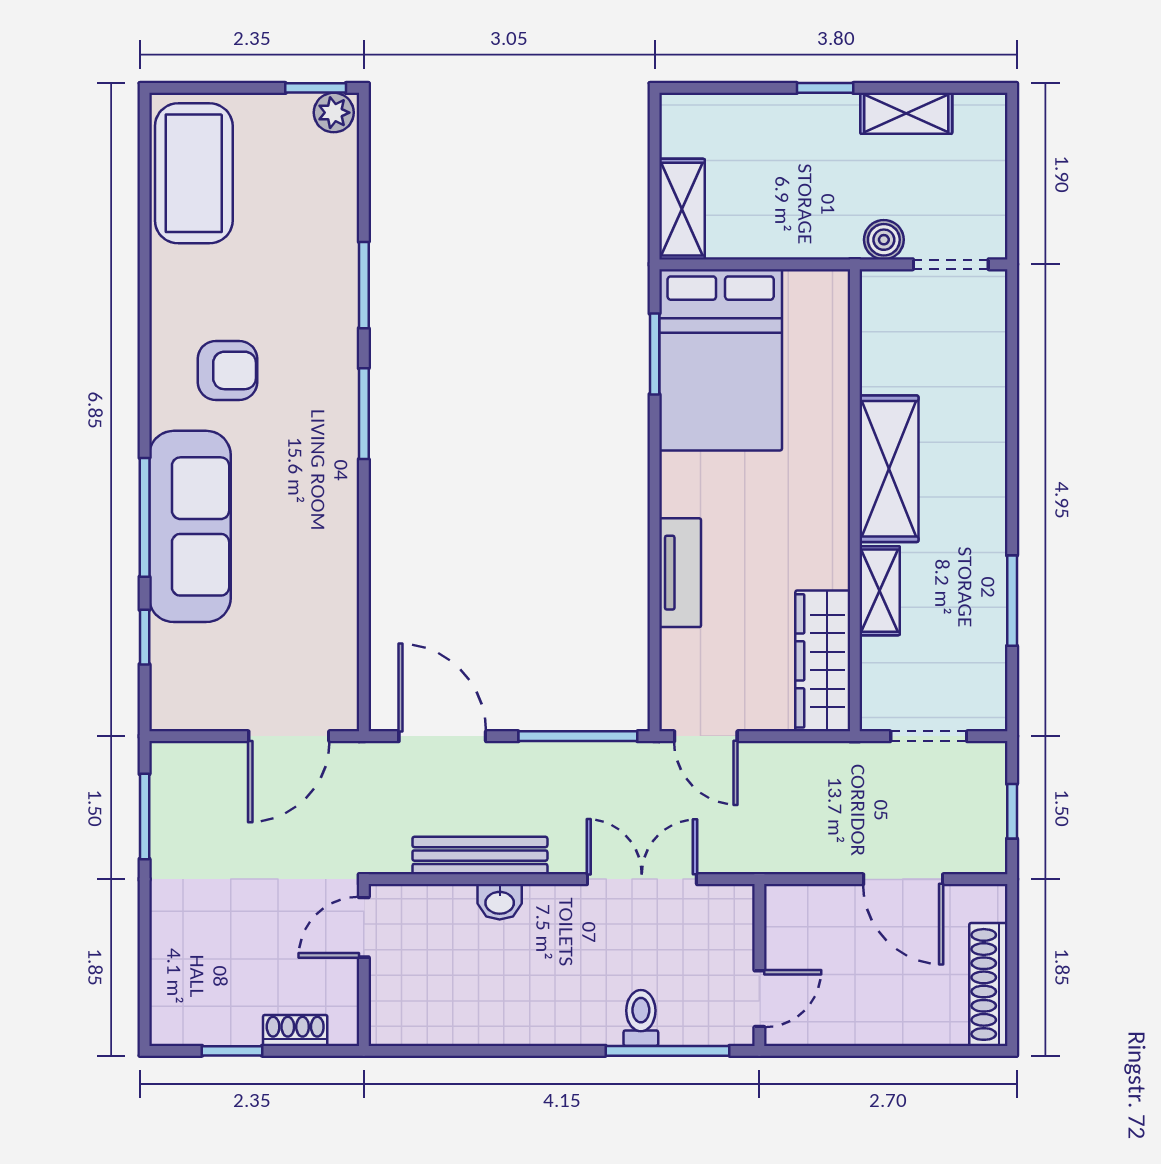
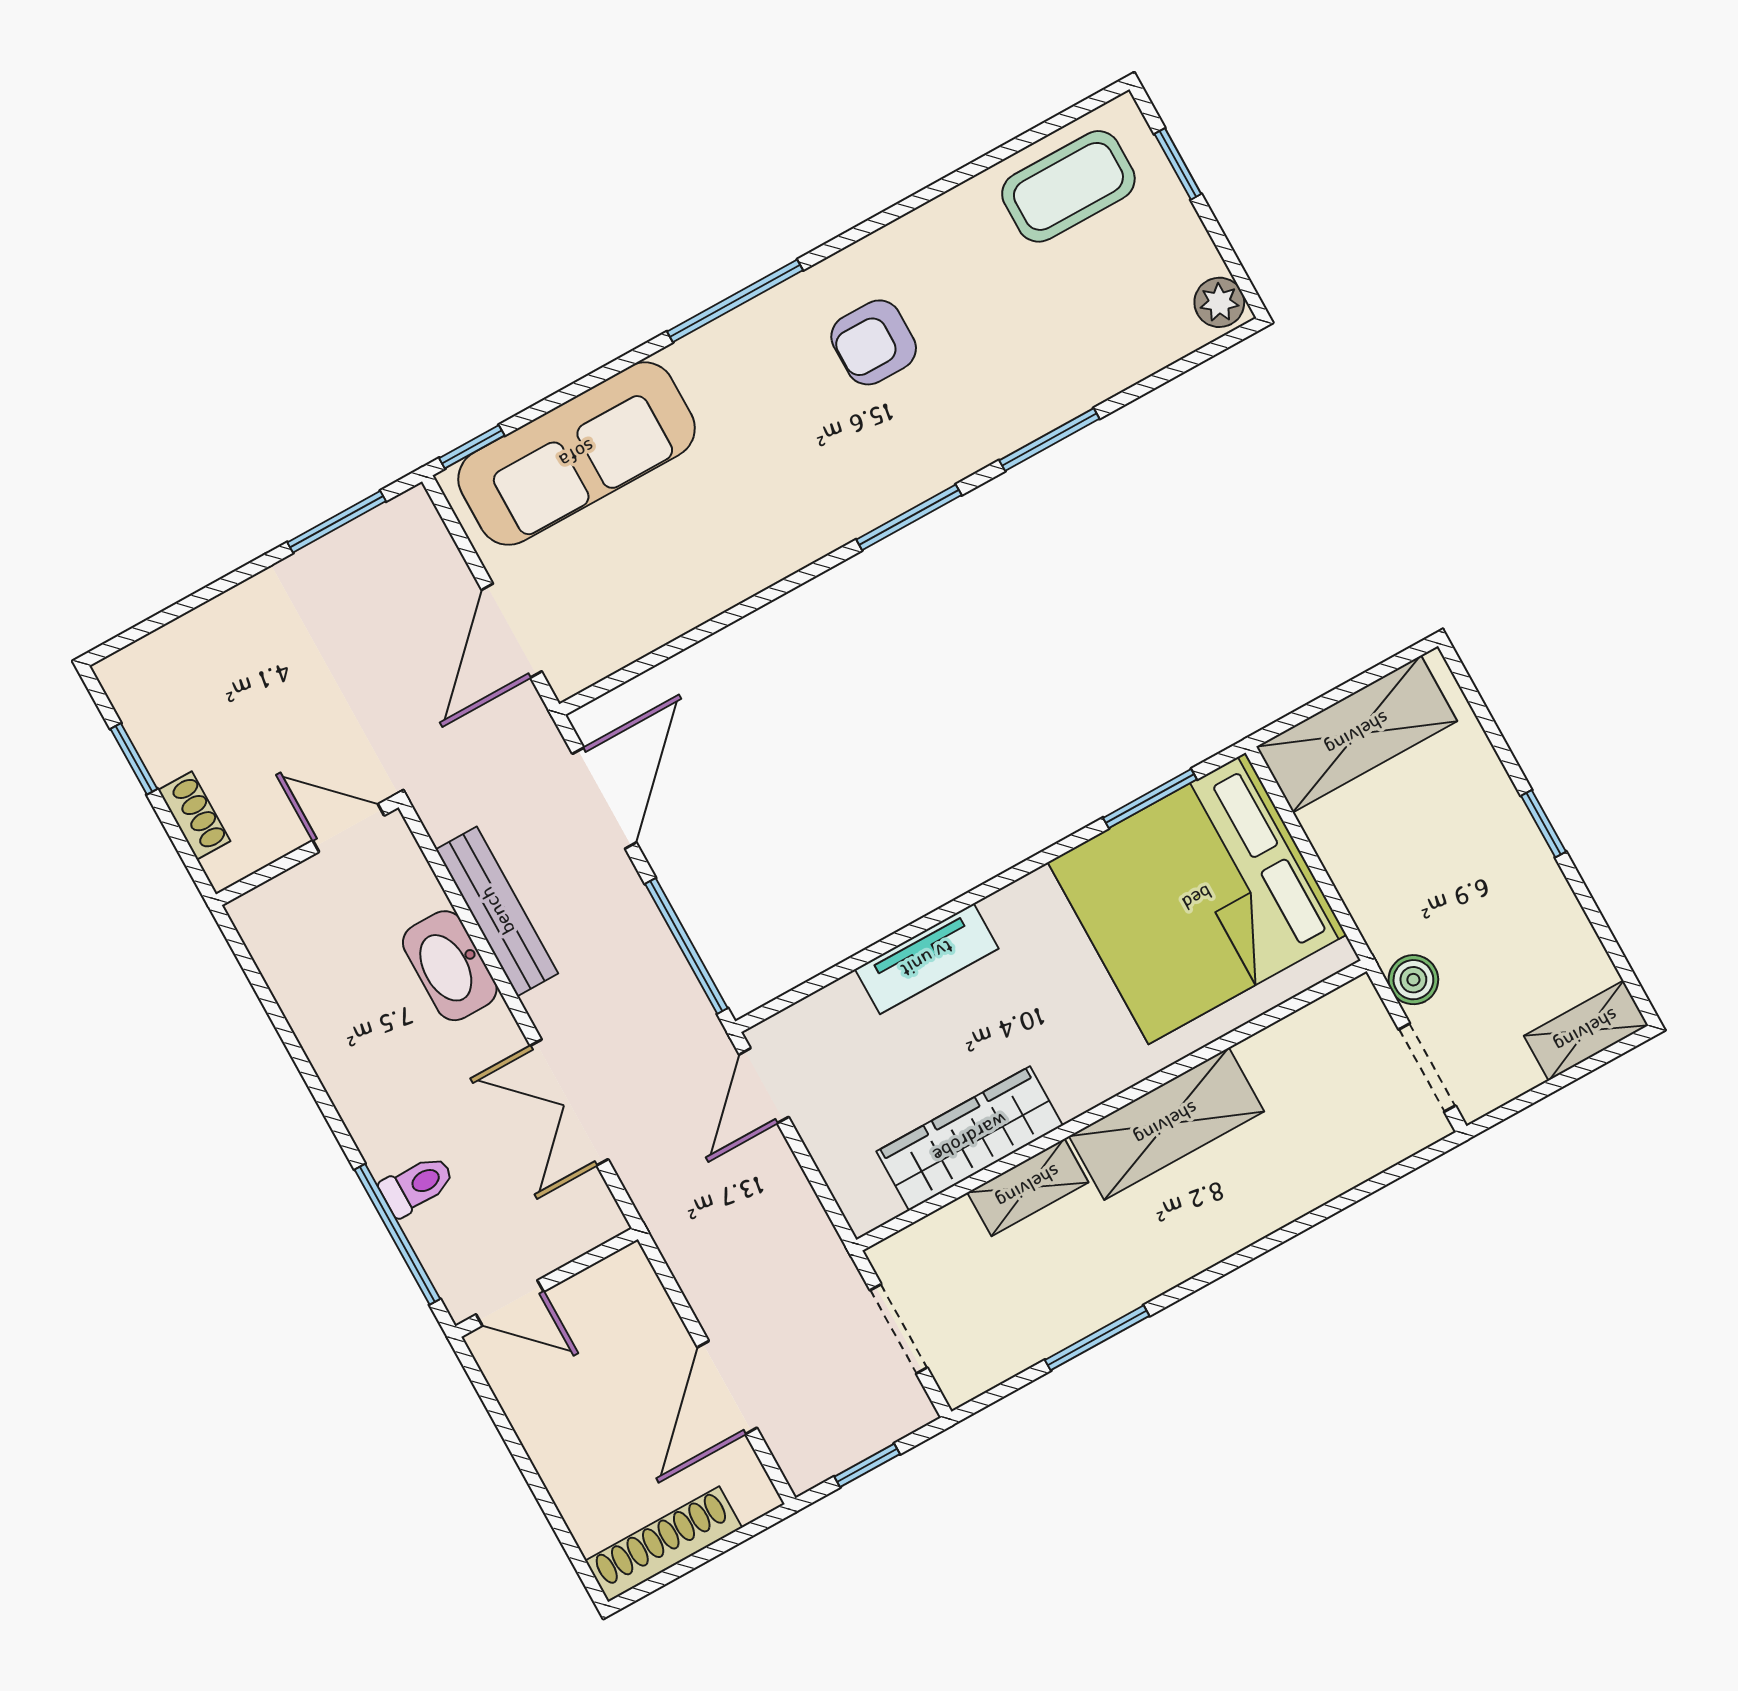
window: (316, 88) -> (1178, 164), moved
shelving: (906, 113) -> (1586, 1031), moved, turned 90
coffee table: (194, 173) -> (1068, 186), width x0.73, depth x0.76
shelving: (682, 209) -> (1357, 734), width x1.50, depth x1.33
bed: (721, 360) -> (1197, 898), width x1.36
armchair: (227, 370) -> (874, 342), turned 90
window: (145, 517) -> (735, 301), moved
sofa: (190, 526) -> (577, 454), moved
window: (145, 637) -> (472, 447), moved
wardrobe: (823, 661) -> (970, 1138), moved
door: (289, 736) -> (512, 631), hinge flipped
double door: (642, 879) -> (569, 1102), swing flipped
washbasin: (500, 902) -> (450, 966), width x1.91, depth x1.45

